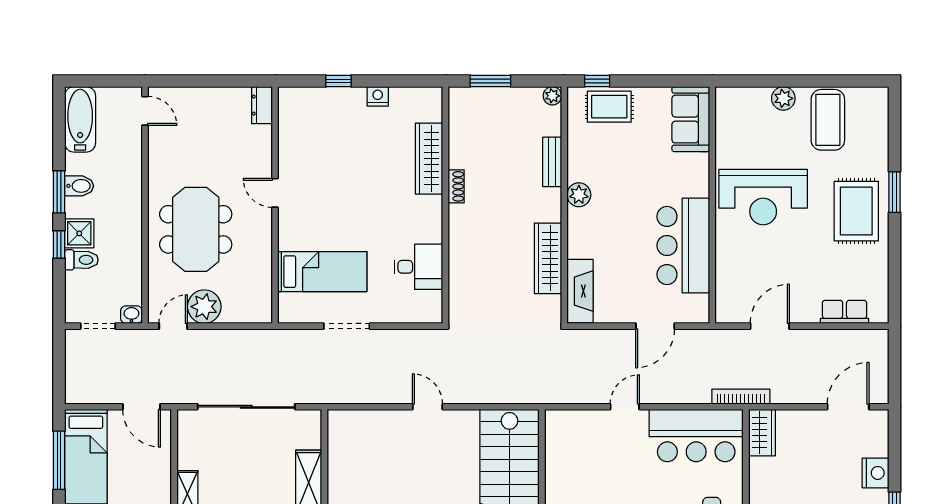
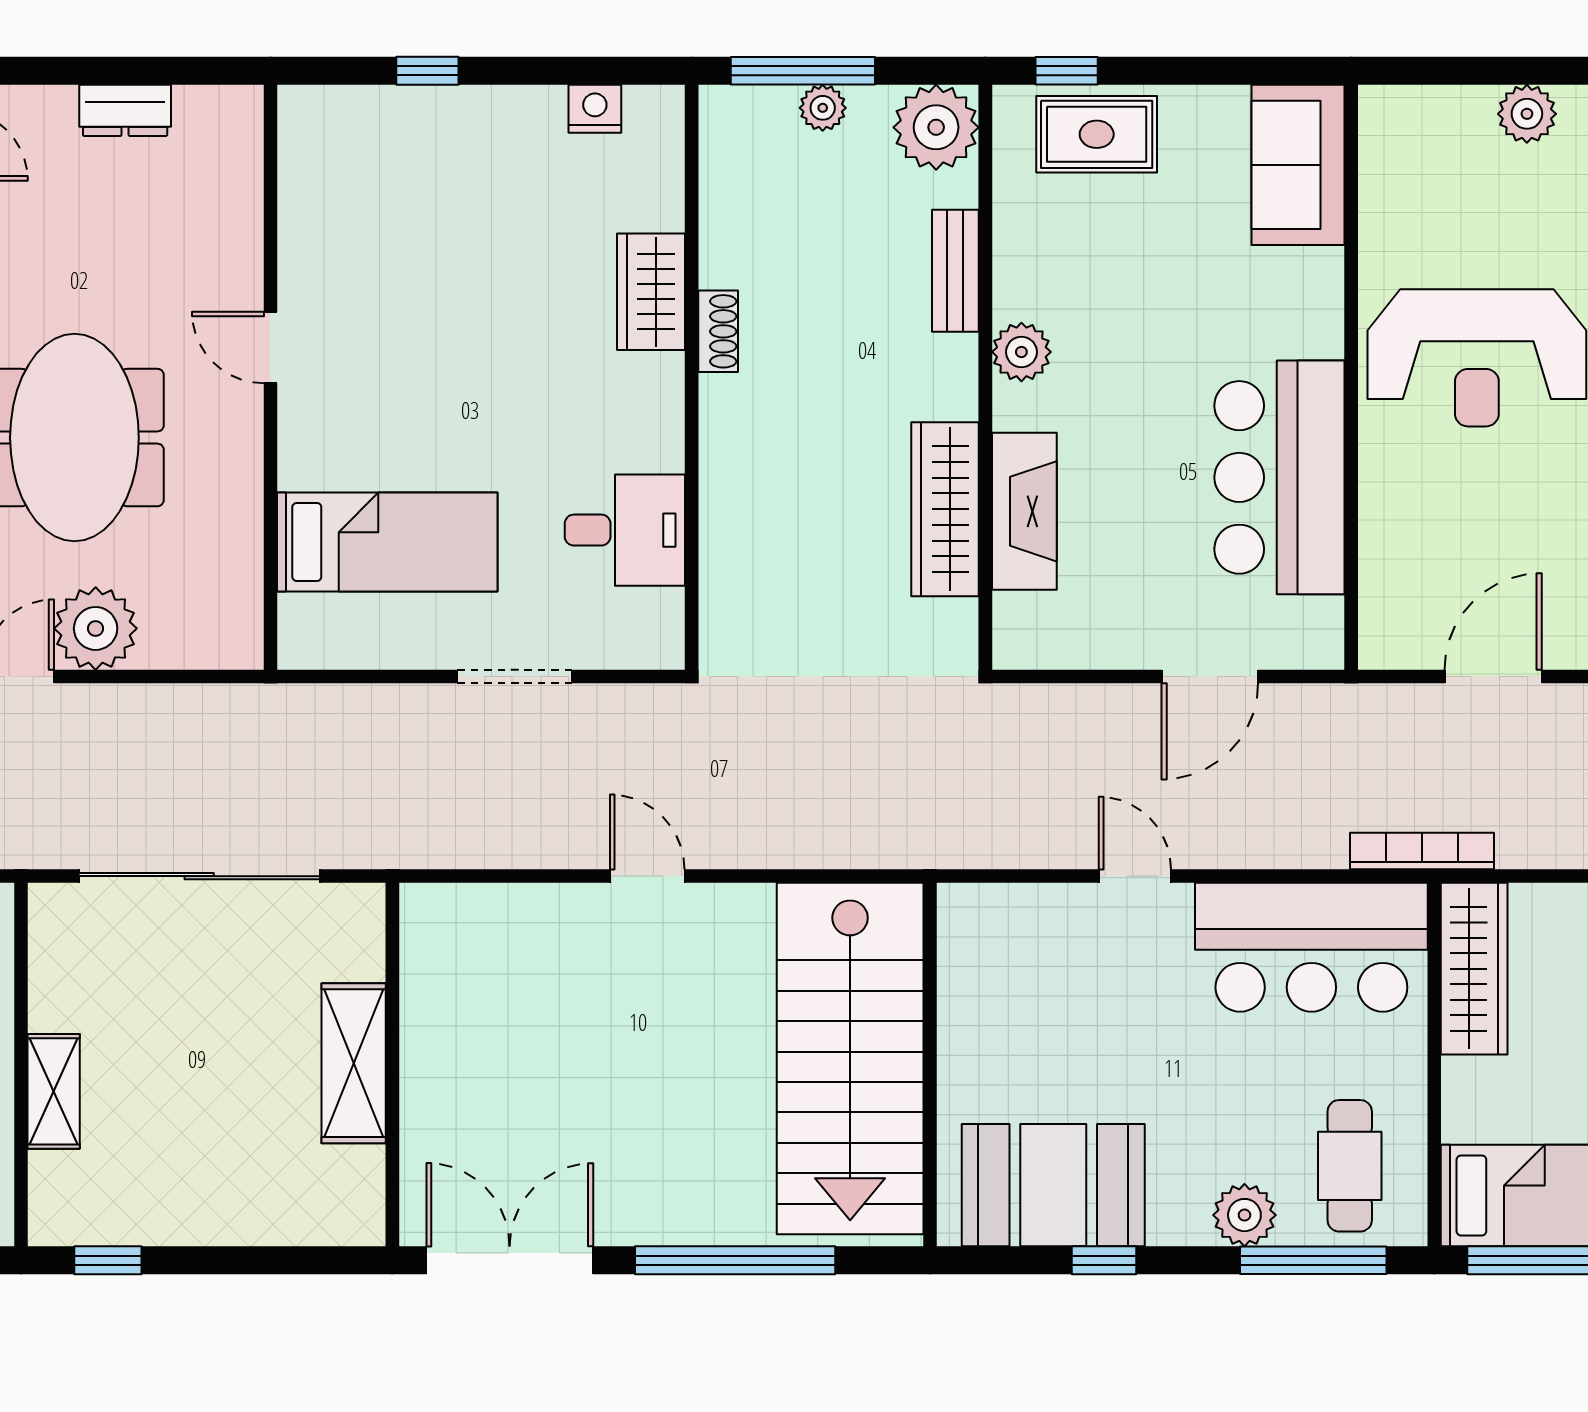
window: (490, 81) -> (803, 71), width x1.44
nightstand: (378, 96) -> (595, 109), moved
plant: (498, 96) -> (823, 108), added
plant: (552, 96) -> (936, 127), width x1.87, depth x1.87
dresser: (262, 105) -> (125, 110), moved, turned -90
wardrobe: (429, 159) -> (651, 292), width x0.67
fireplace: (580, 291) -> (1024, 511), moved
doorway: (347, 326) -> (515, 677), moved
door: (625, 407) -> (1135, 876), hinge flipped
wardrobe: (762, 433) -> (1474, 969), width x1.50

